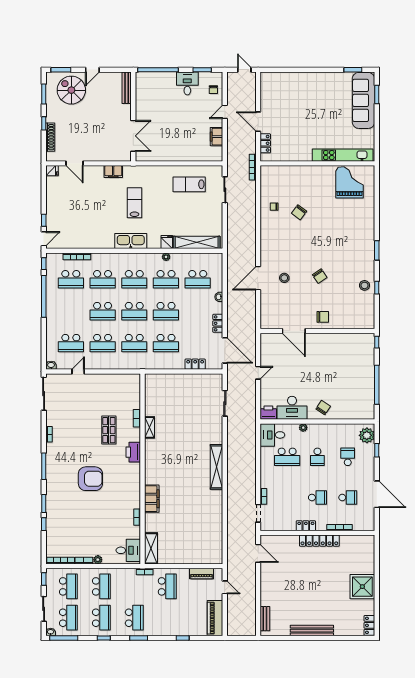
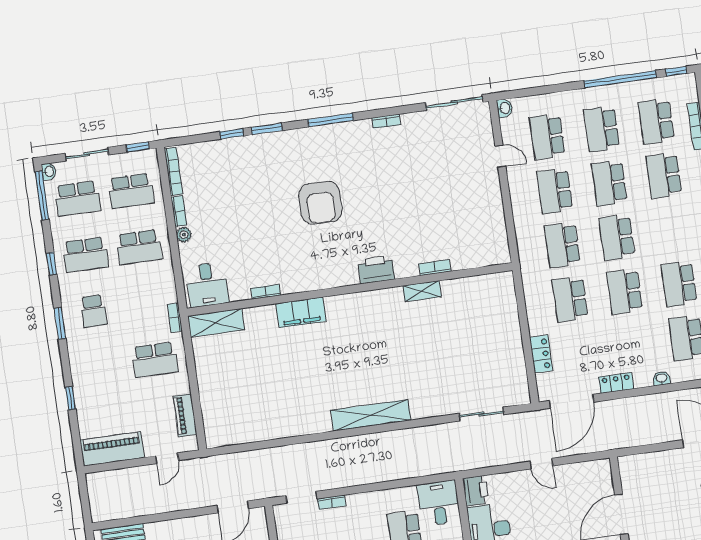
school desk: (134, 279) -> (602, 129), moved
shop shelf: (109, 430) -> (408, 223), removed
school desk: (134, 618) -> (93, 311), width x0.54

